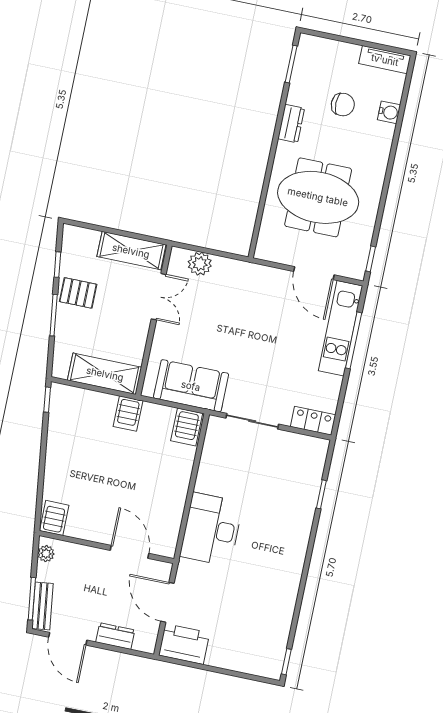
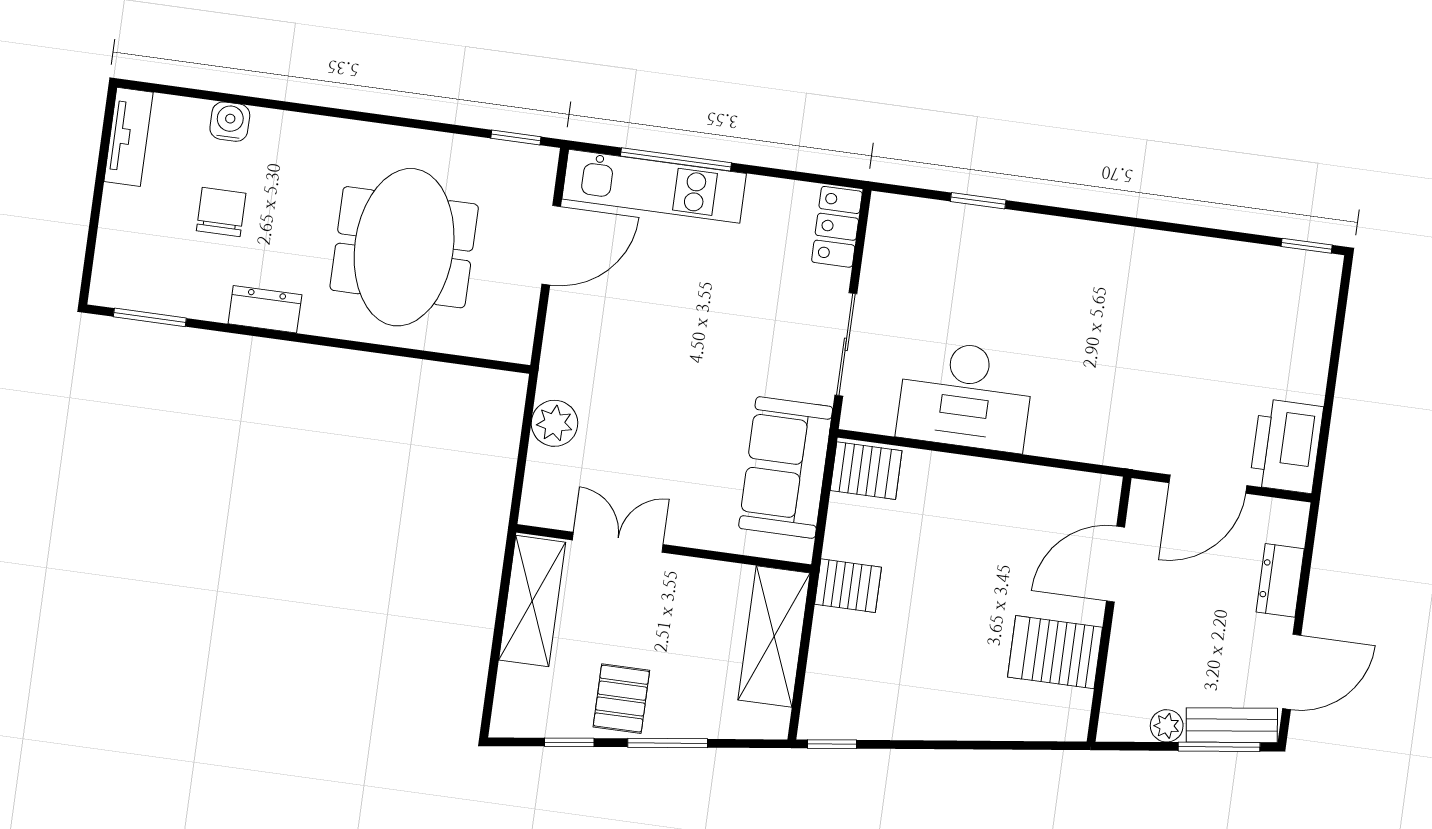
plant: (200, 264) -> (555, 423), moved
server rack: (54, 518) -> (1055, 652), moved, width x1.36, depth x1.44
desk: (211, 529) -> (965, 396), moved
plant: (46, 554) -> (1167, 726), moved

